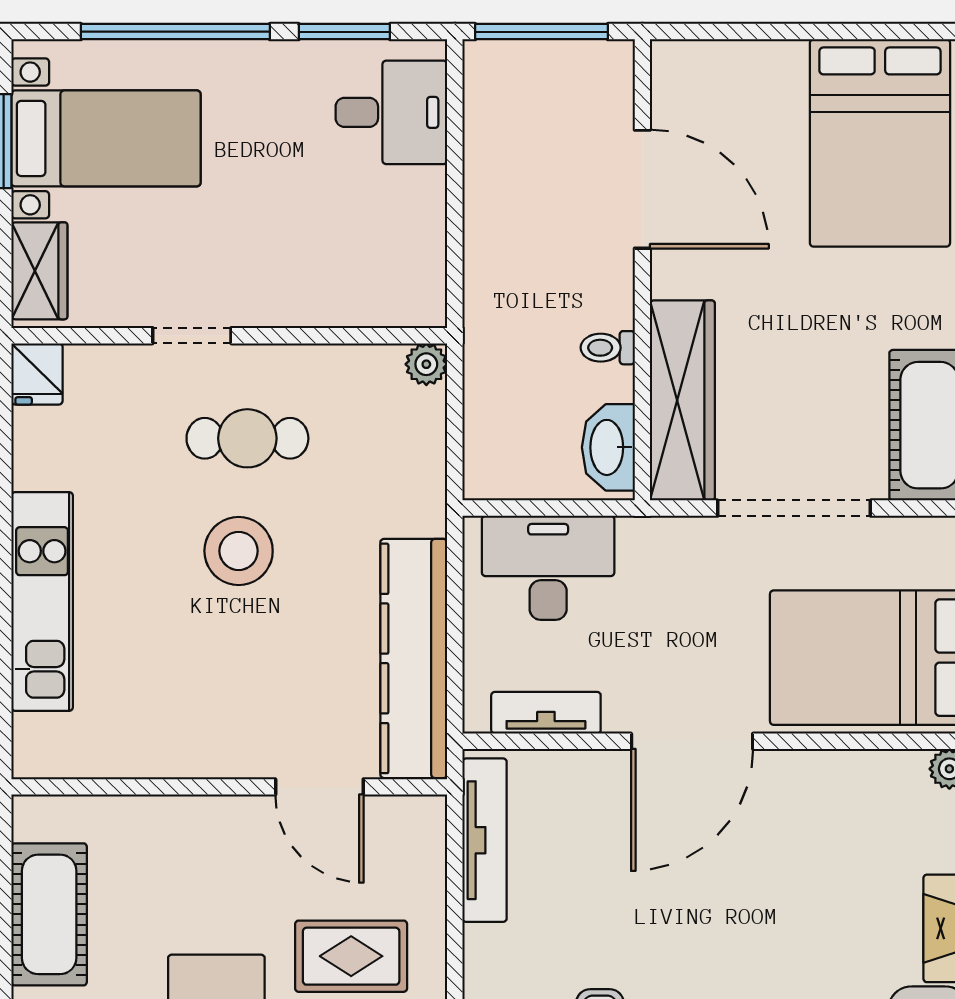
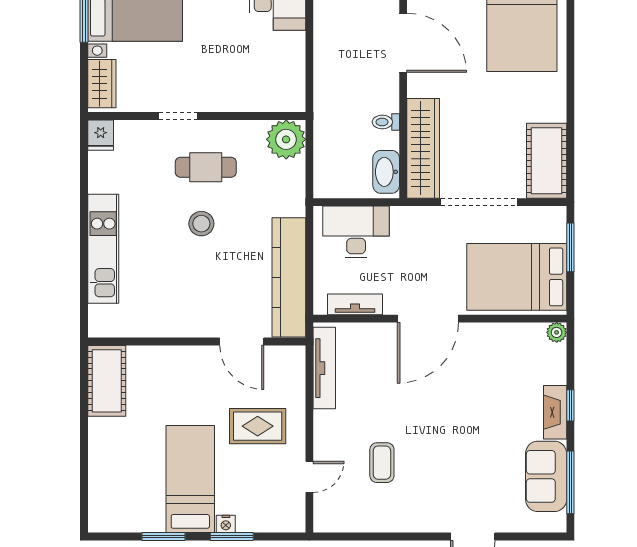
plant: (426, 364) -> (286, 139), width x1.88, depth x1.88
stool: (239, 551) -> (201, 224), width x0.73, depth x0.73
cot: (49, 914) -> (107, 381), moved

